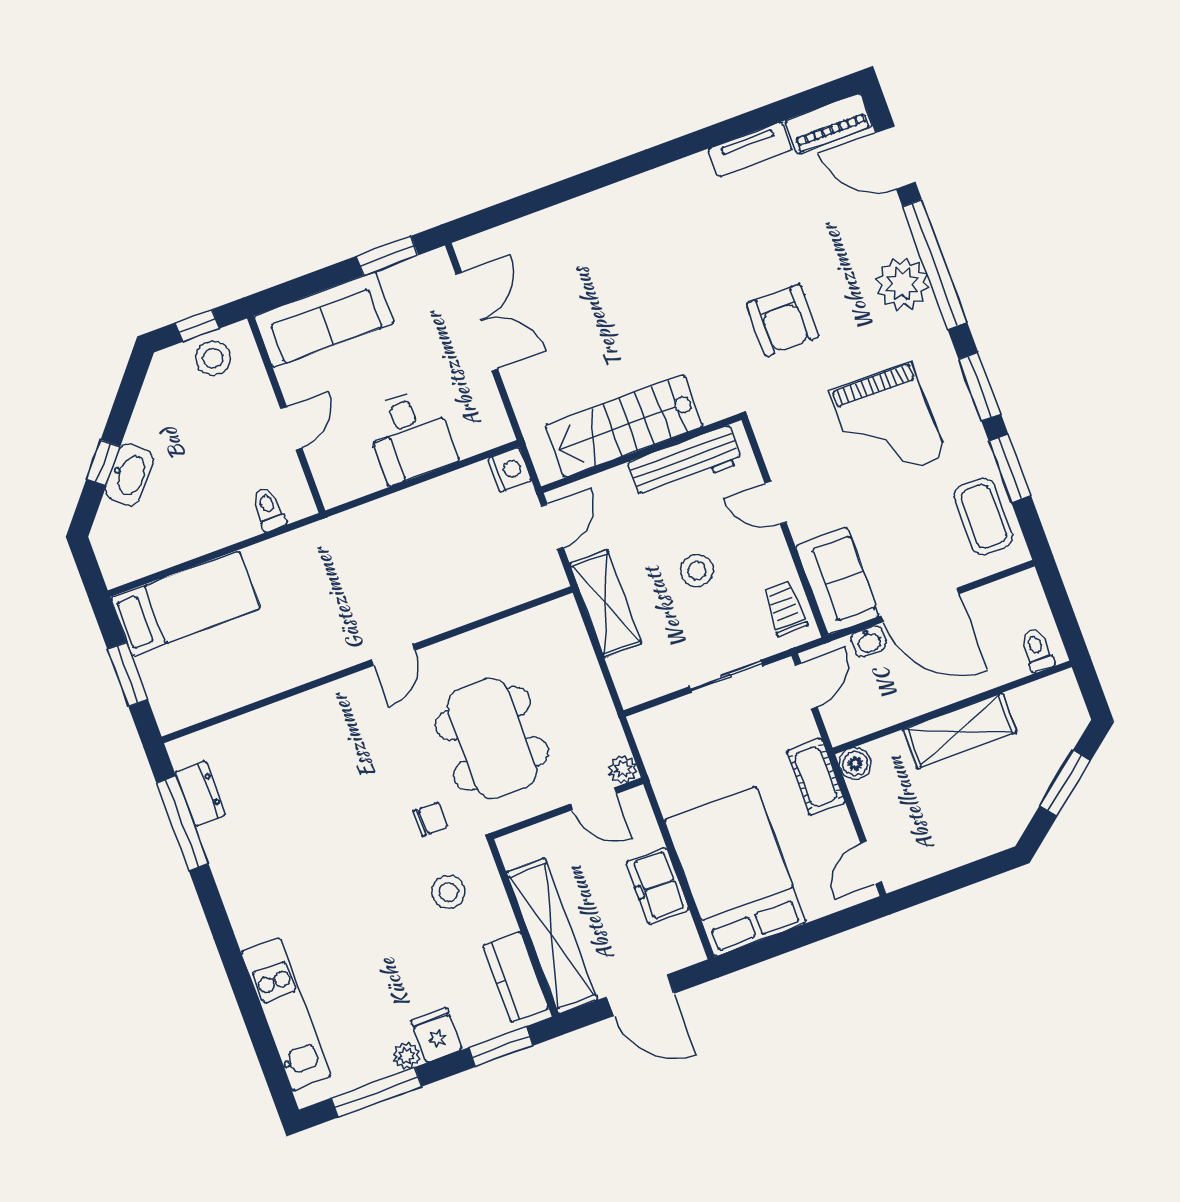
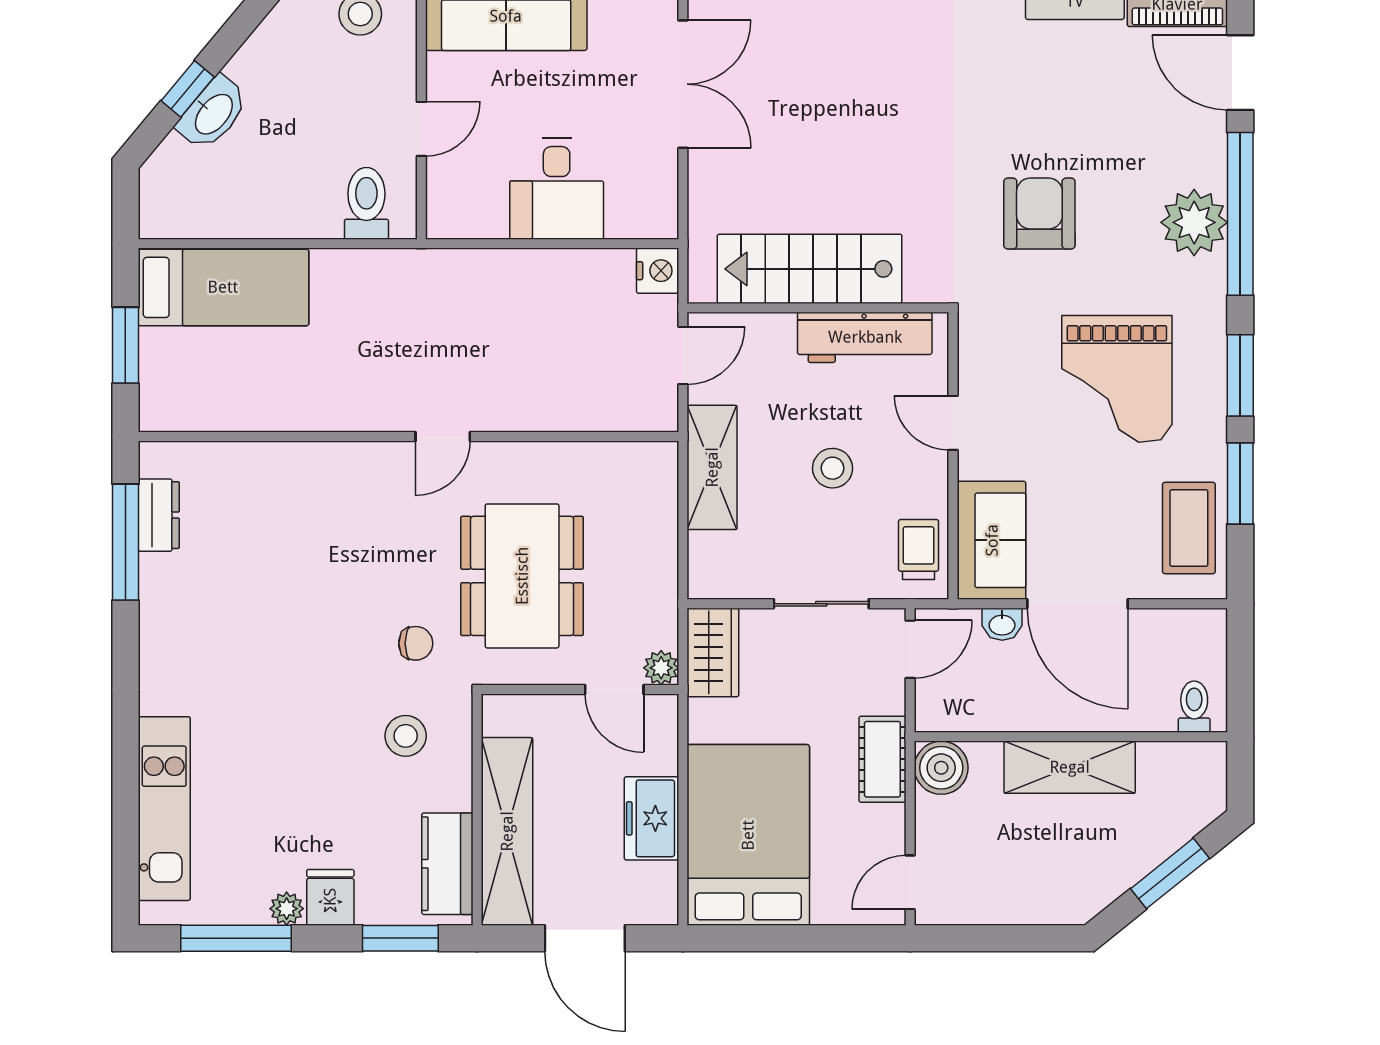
armchair: (783, 320) -> (1039, 214), turned 180
toilet: (269, 509) -> (366, 203), width x1.37, depth x1.39
wardrobe: (658, 743) -> (713, 652), added
boiler: (855, 764) -> (941, 768), width x1.36, depth x1.36

